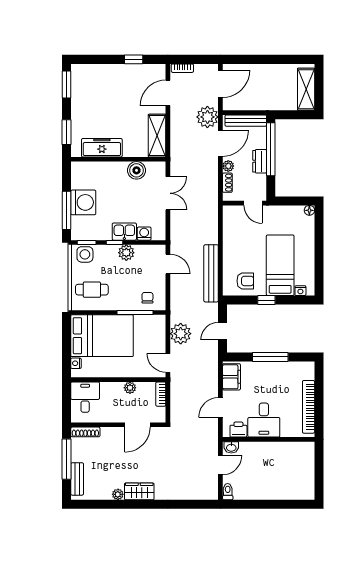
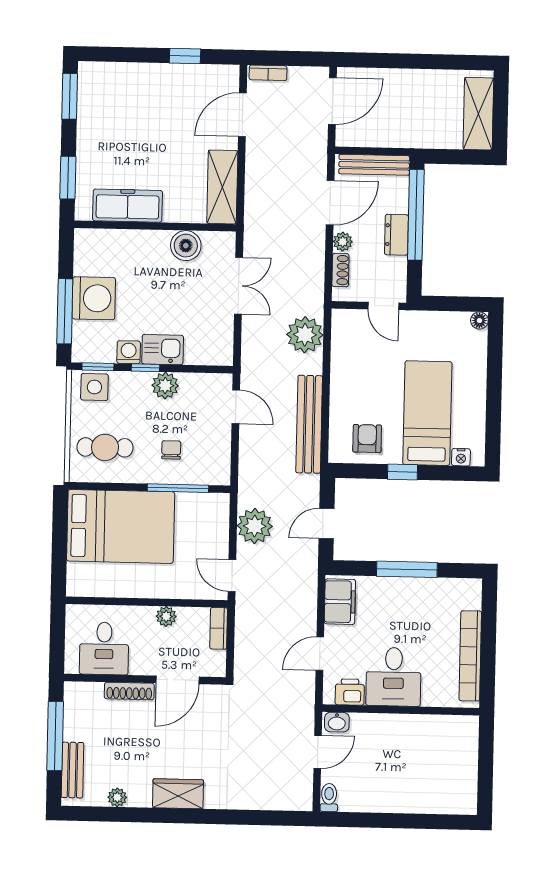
plant: (207, 117) -> (305, 335), moved
washing machine: (144, 234) -> (129, 352), moved
armchair: (245, 281) -> (367, 439), turned -90
chair: (147, 298) -> (171, 450), moved
nightstand: (76, 363) -> (75, 573), removed
desk: (85, 397) -> (104, 648), moved, turned 180
shoe rack: (85, 432) -> (129, 691), moved
plant: (118, 494) -> (117, 797), moved

